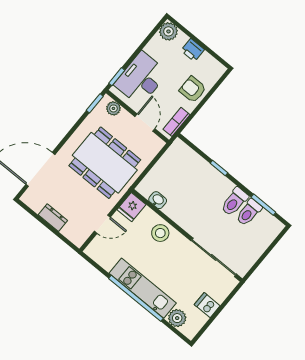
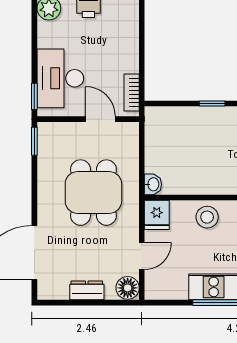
armchair: (193, 89) -> (121, 47), removed
plant: (113, 108) -> (57, 131), removed
dining table: (105, 163) -> (93, 193), width x0.73
washbasin: (158, 200) -> (153, 184), moved, turned 90
floor lamp: (78, 236) -> (128, 288), added

